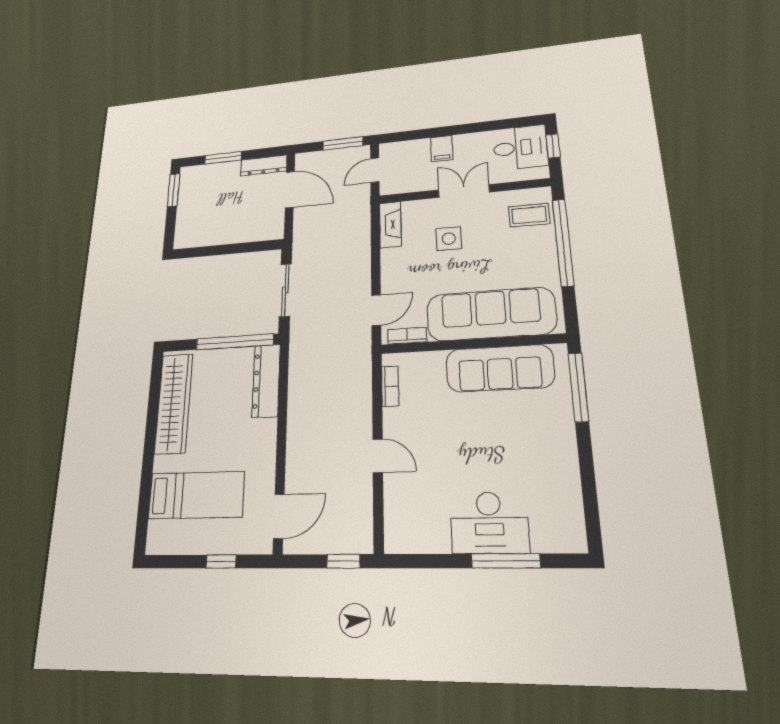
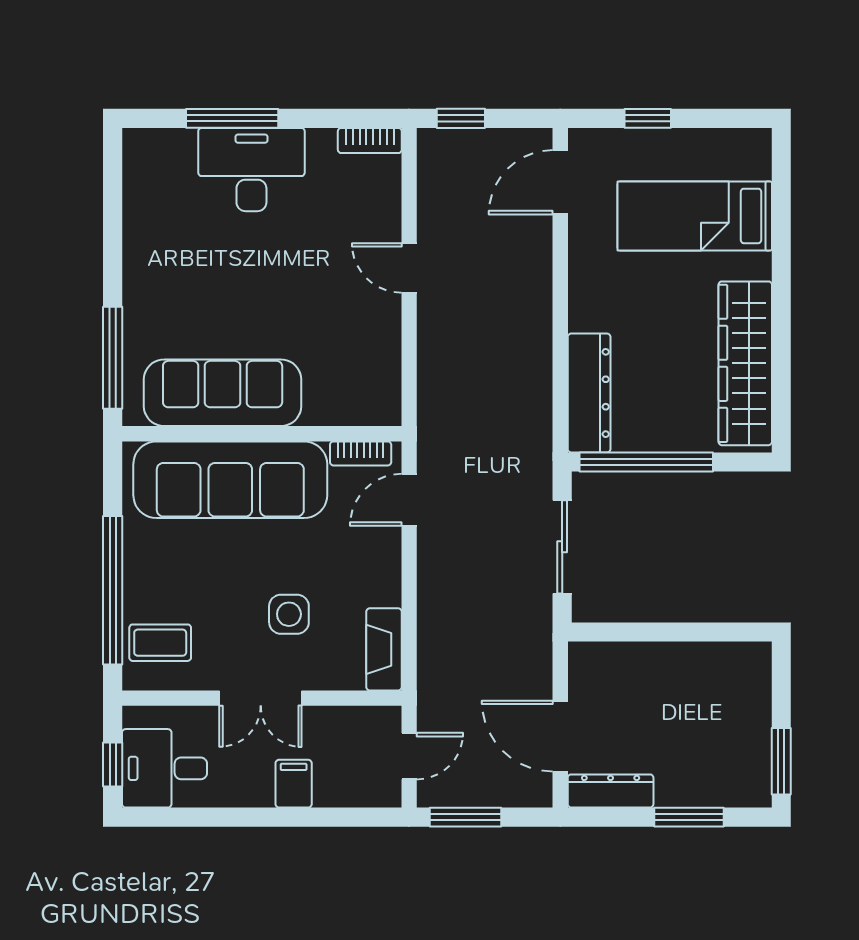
bookcase: (390, 386) -> (370, 140), moved, turned -90

